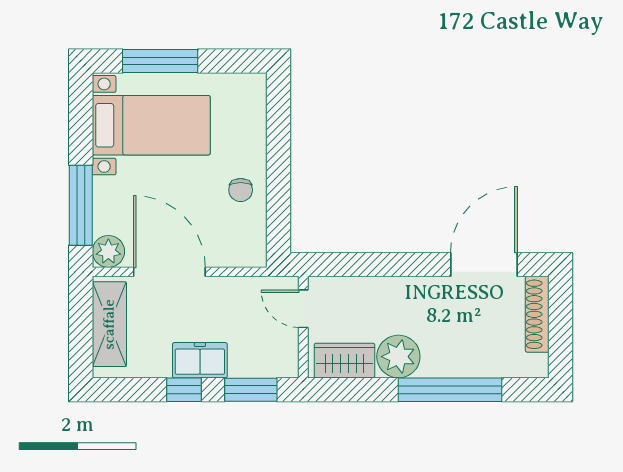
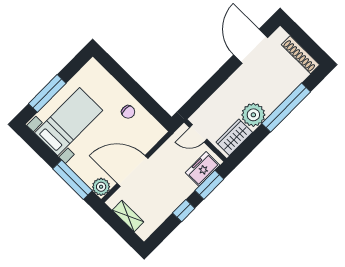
shoe rack: (537, 314) -> (300, 55), moved
shelving: (109, 324) -> (128, 216), width x0.67, depth x0.75
freezer: (200, 360) -> (203, 169), moved

